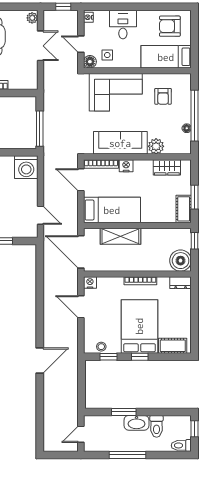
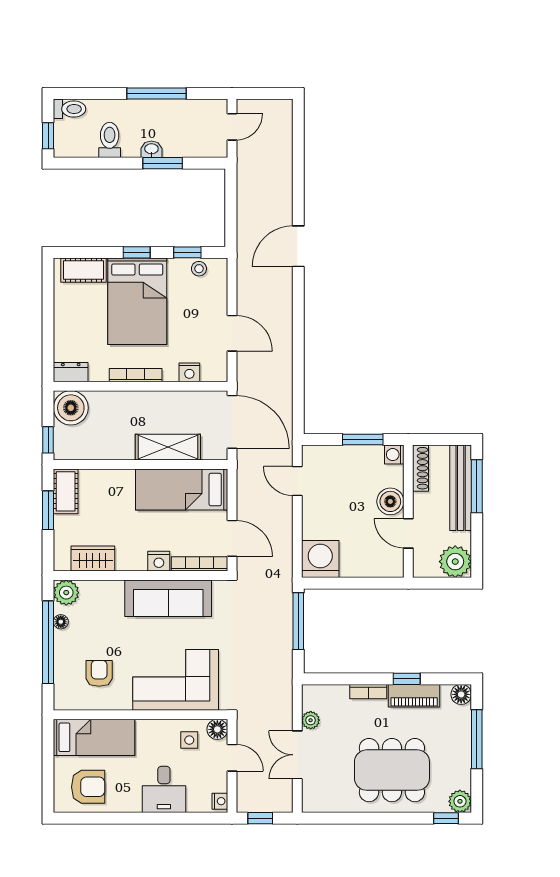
plant: (32, 18) -> (311, 720), moved
plant: (156, 146) -> (66, 593), moved
nightstand: (90, 283) -> (189, 372), moved
washbasin: (137, 423) -> (151, 149), width x0.52, depth x0.69

